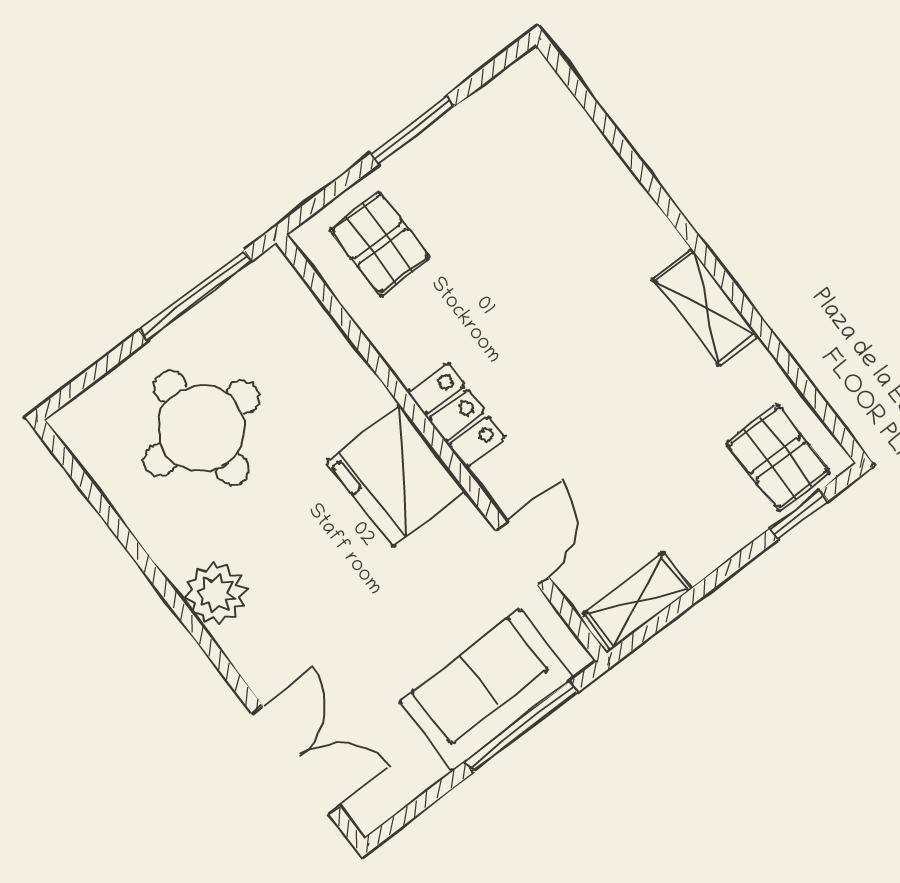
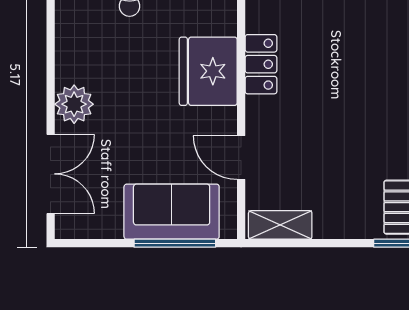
door: (522, 554) -> (241, 158), swing flipped
plant: (216, 594) -> (74, 104), moved

